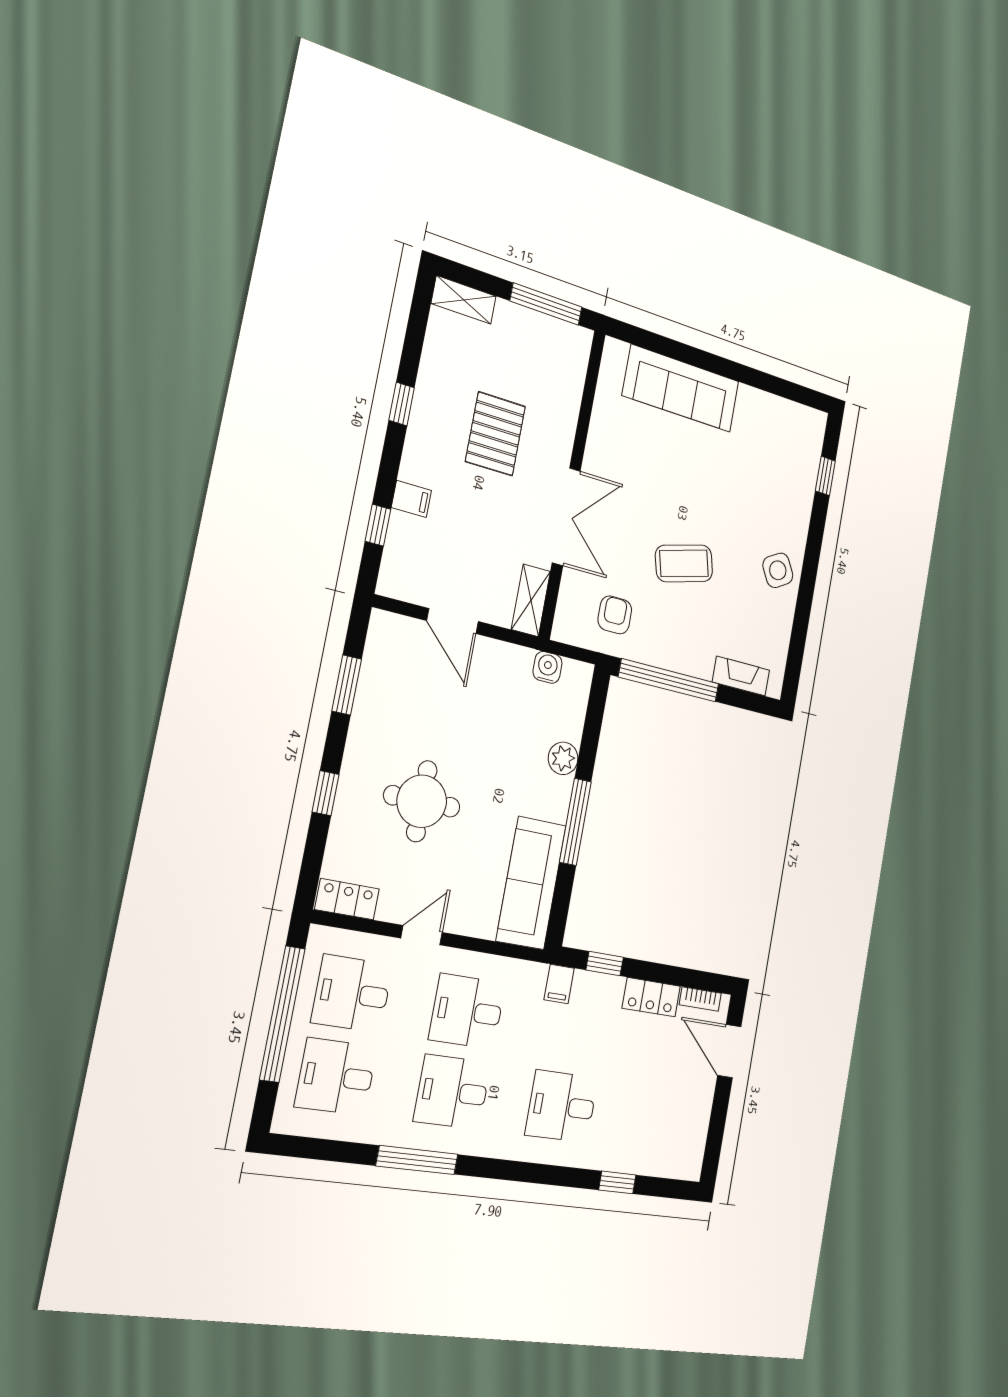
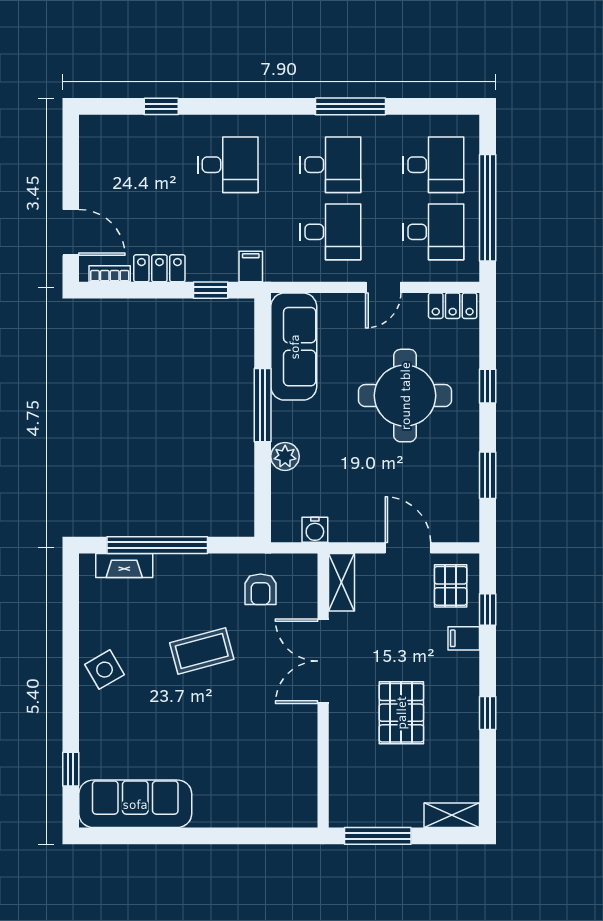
sofa: (681, 388) -> (135, 804), moved
pallet: (414, 564) -> (451, 586), added
window: (669, 680) -> (157, 545), moved
round table: (422, 801) -> (405, 396), width x1.36, depth x1.36

